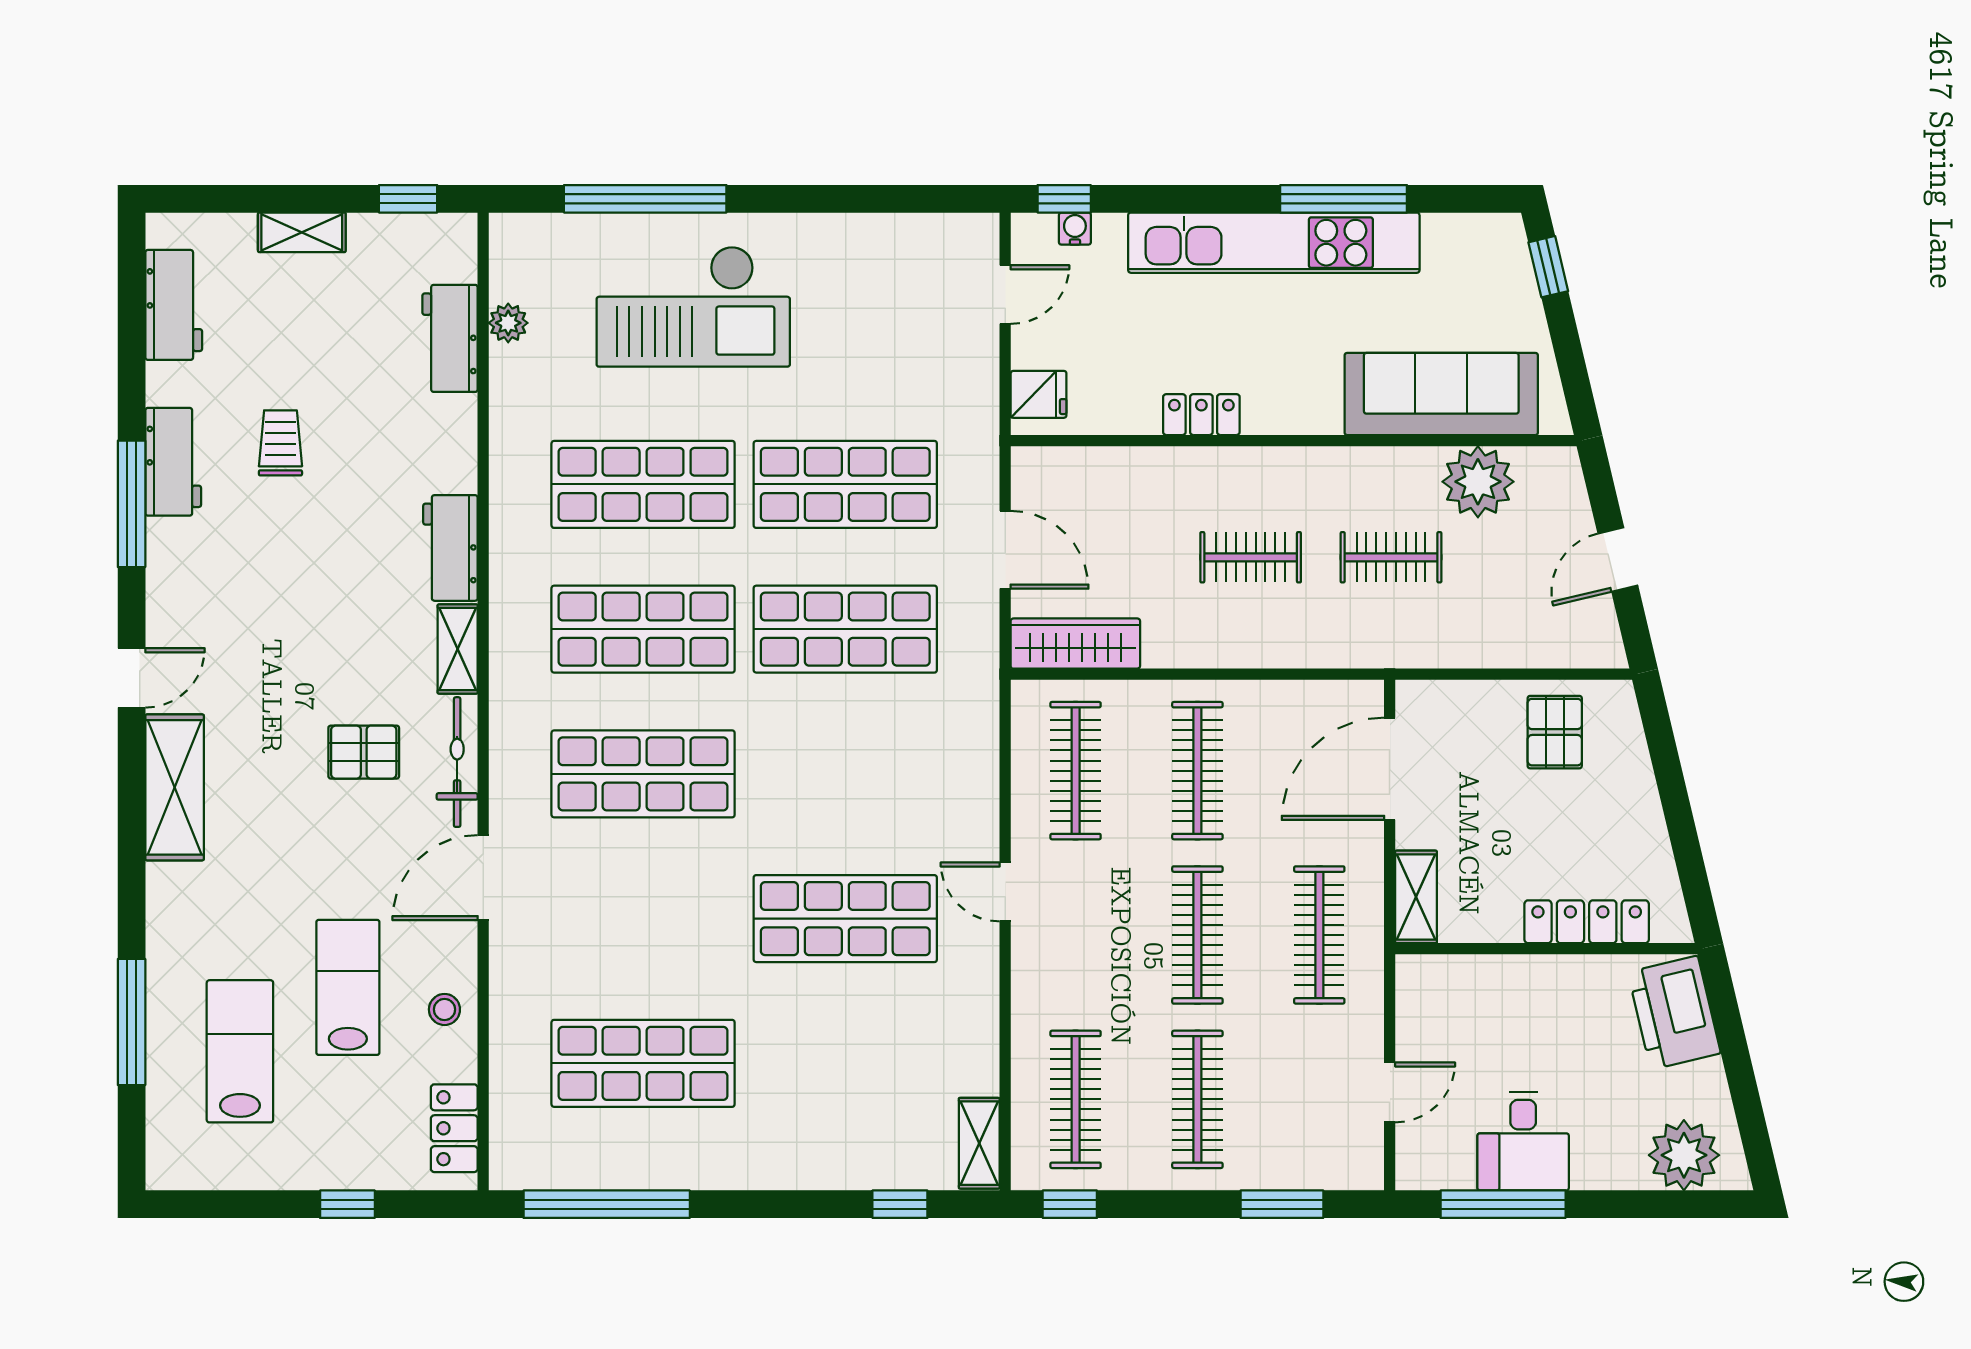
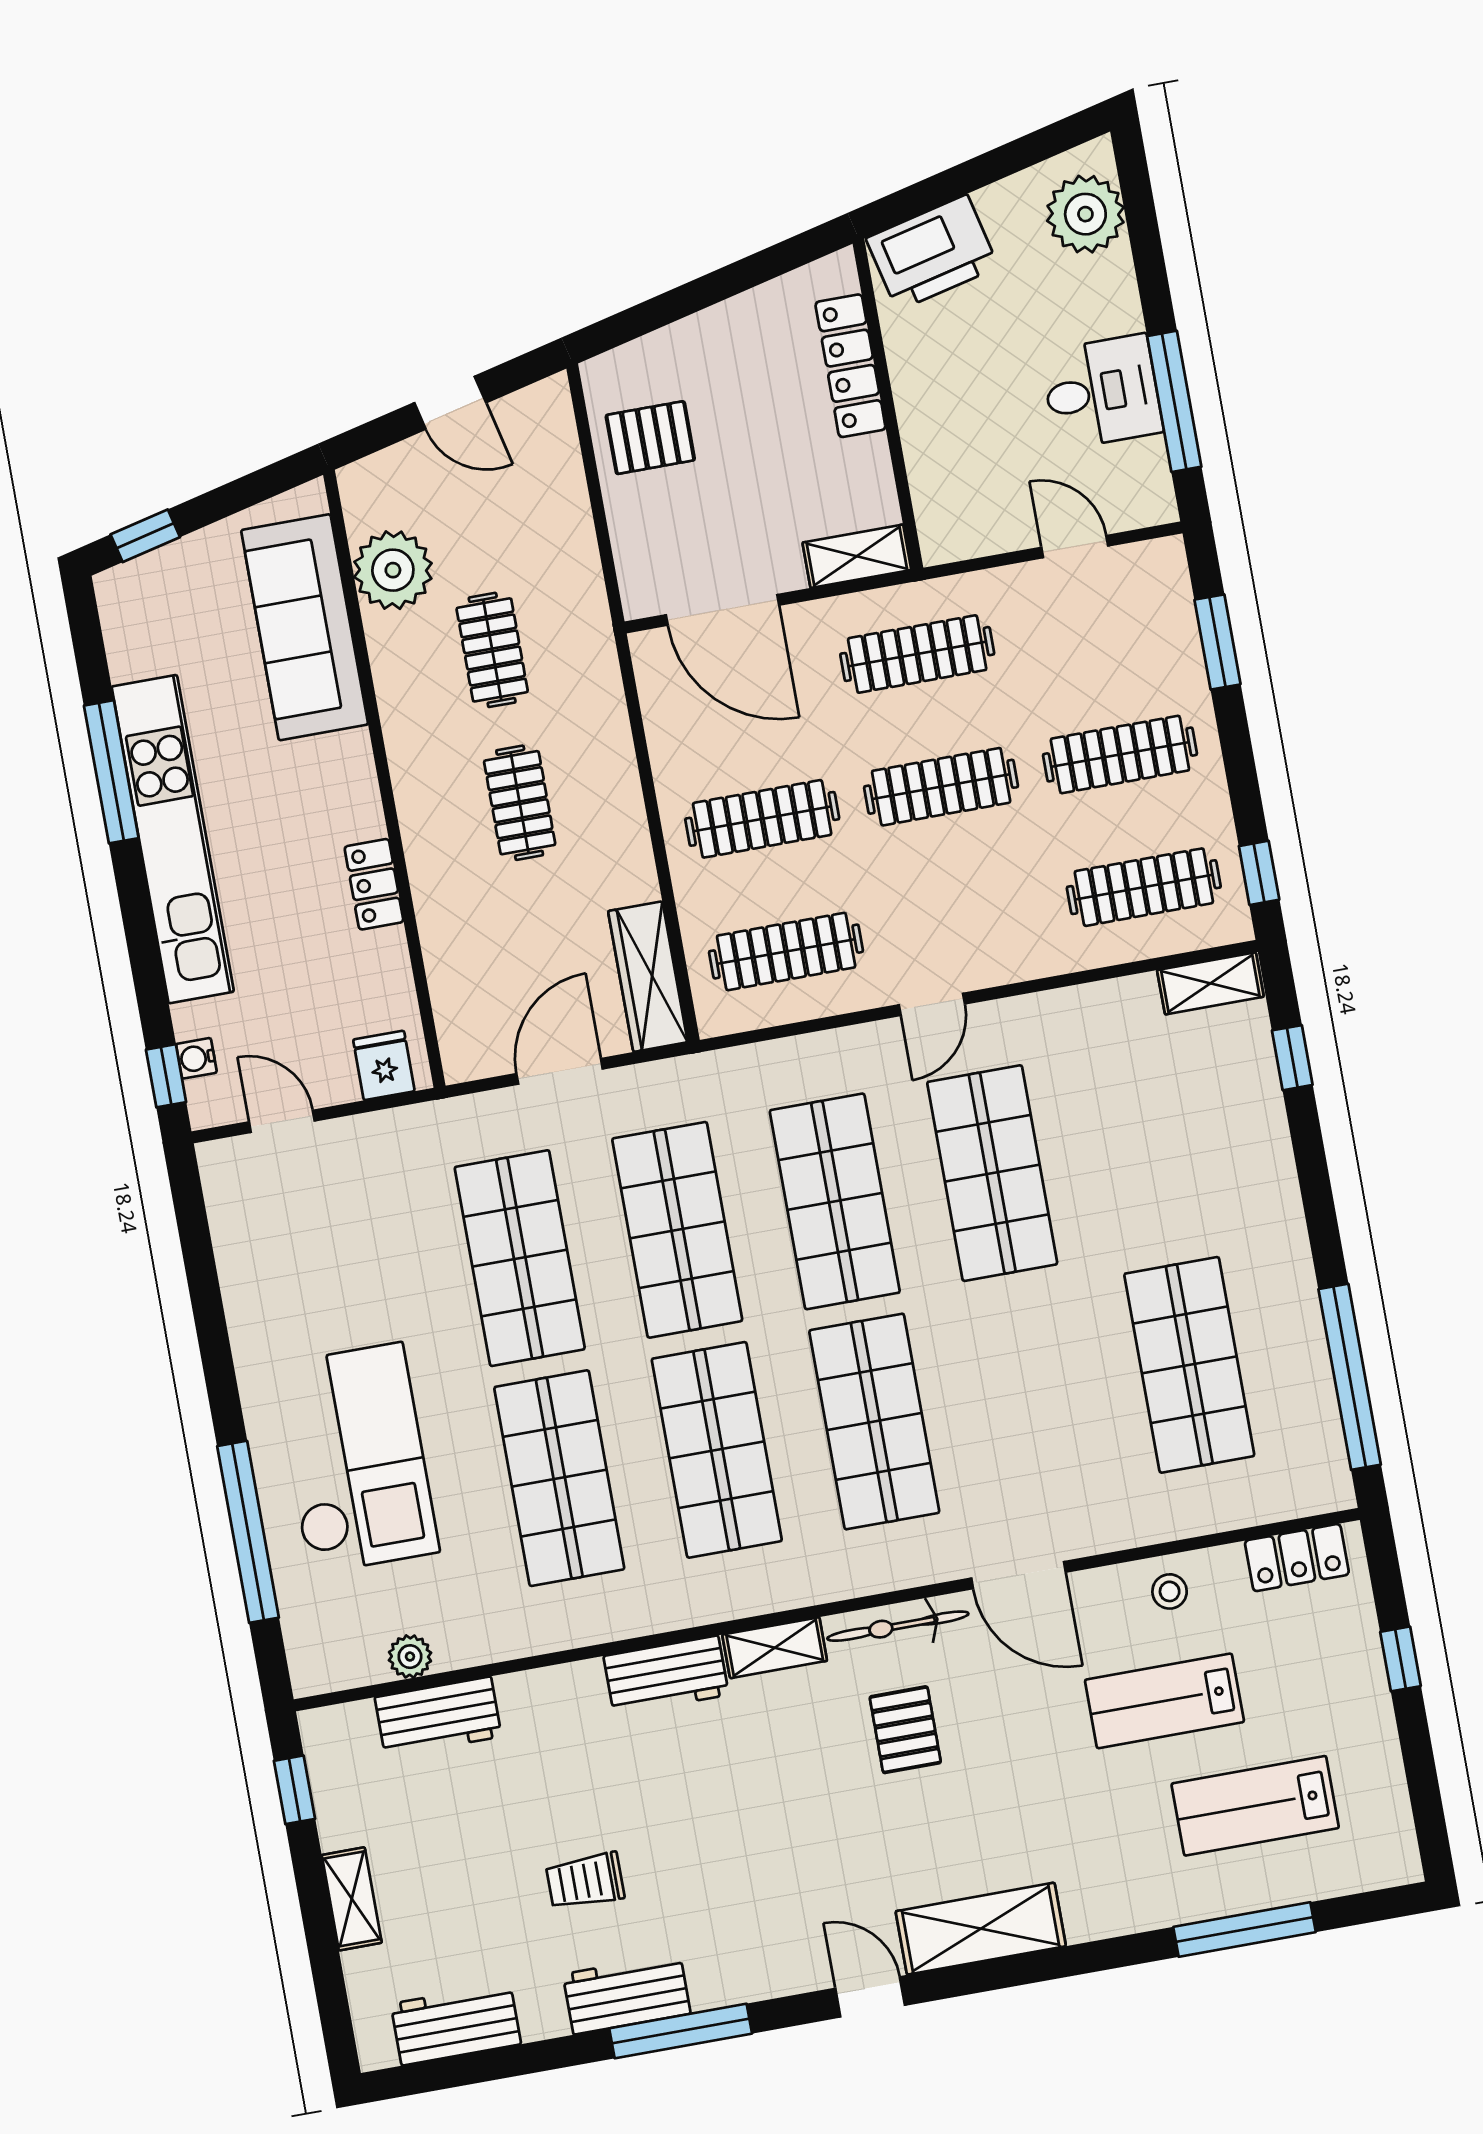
shop shelf: (845, 774) -> (835, 1201), added

